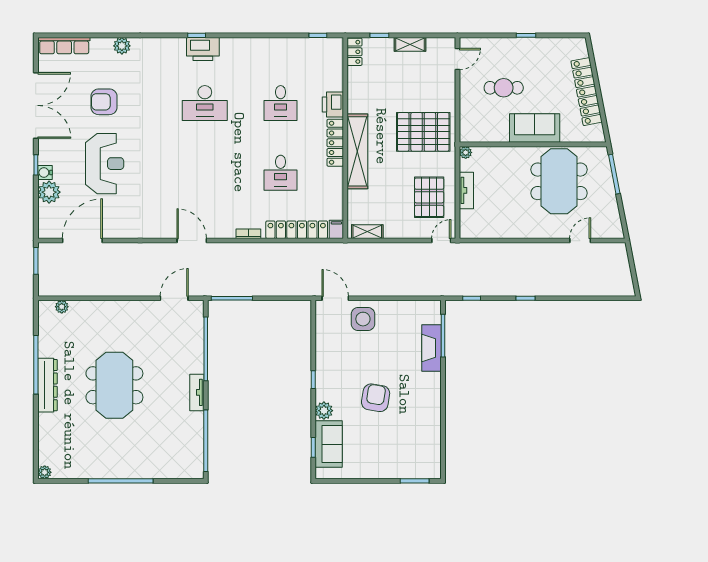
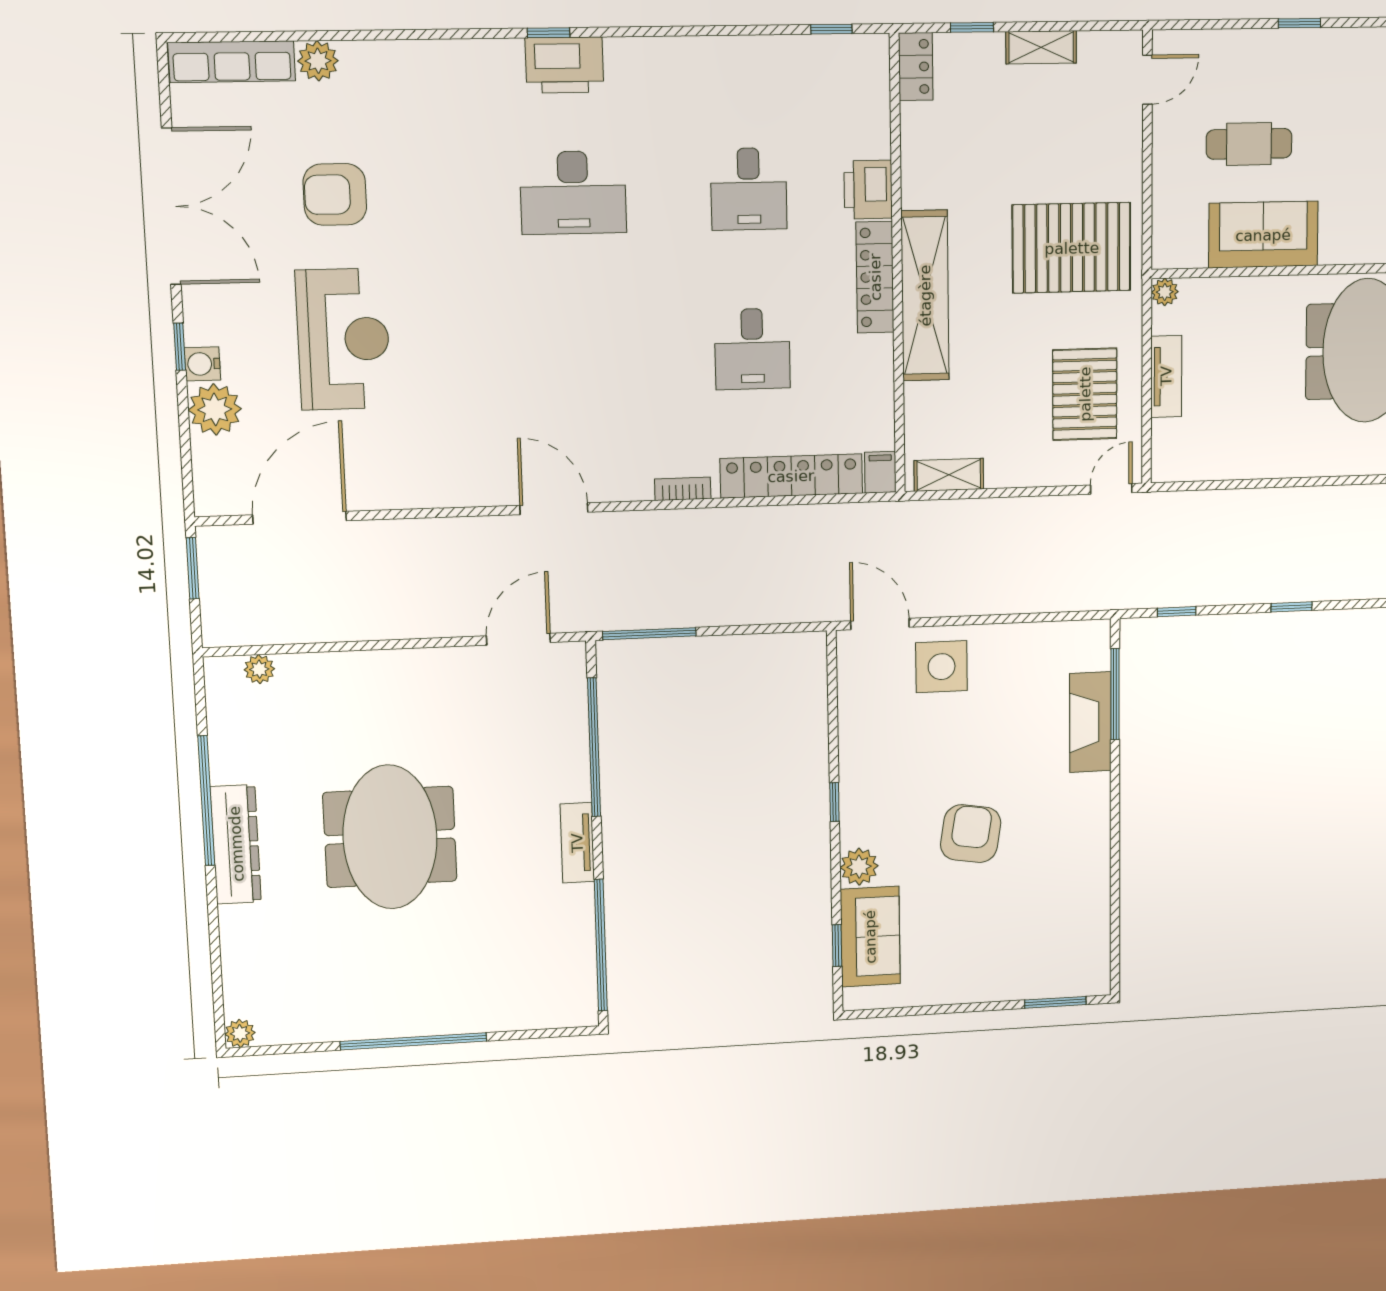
plant: (122, 46) -> (318, 61), moved
sofa: (535, 128) -> (1263, 235), moved

